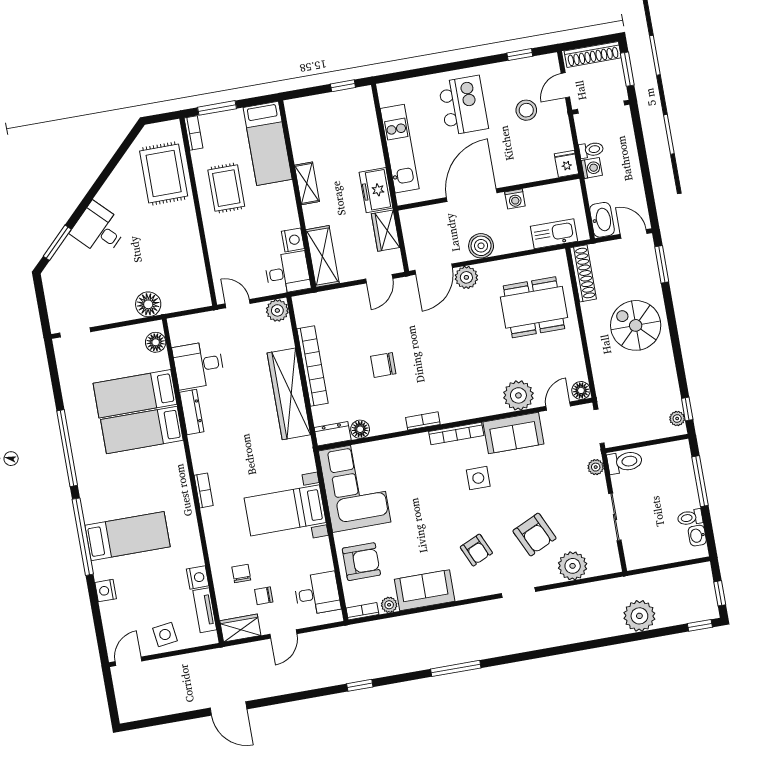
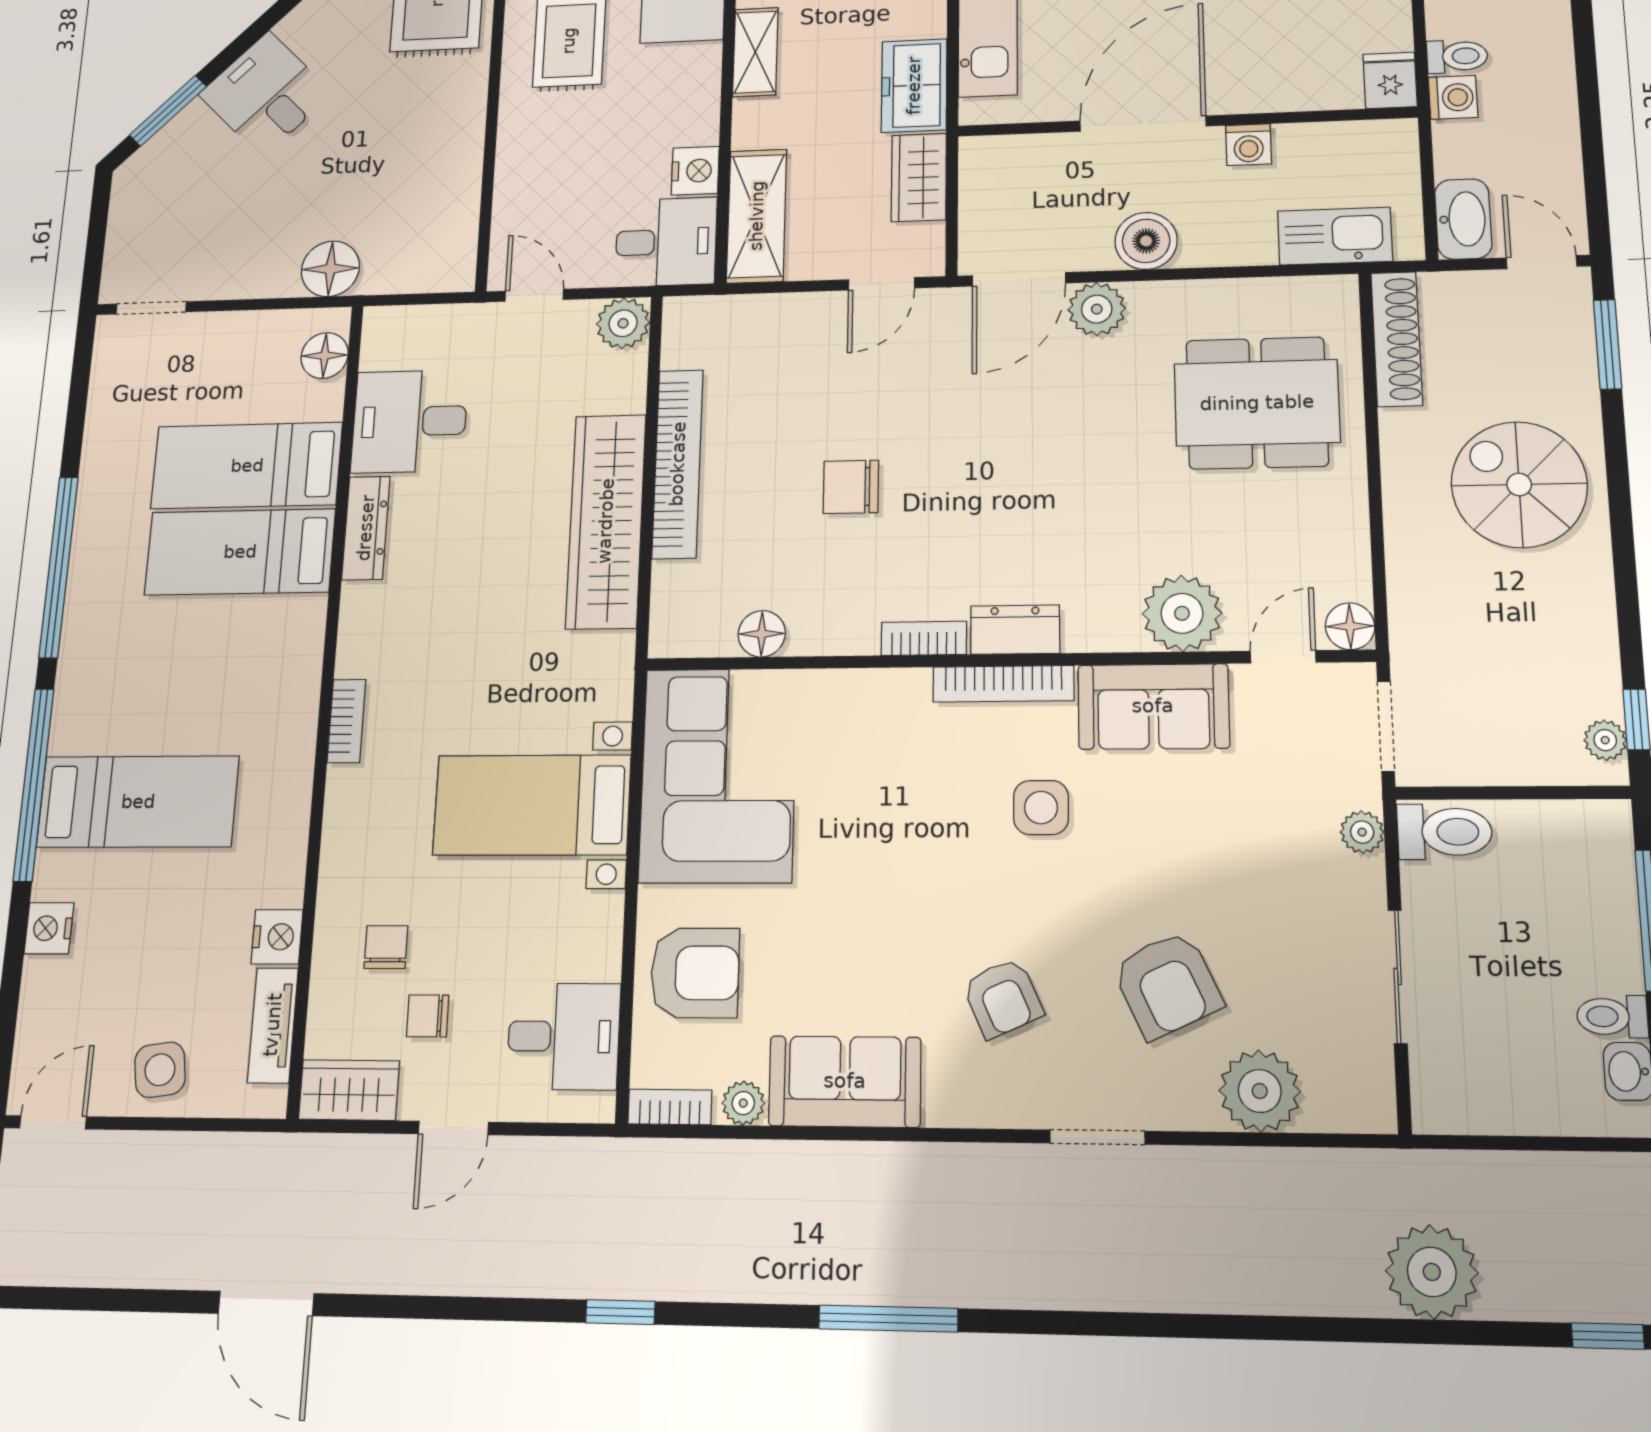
dresser: (333, 434) -> (1015, 630), moved

